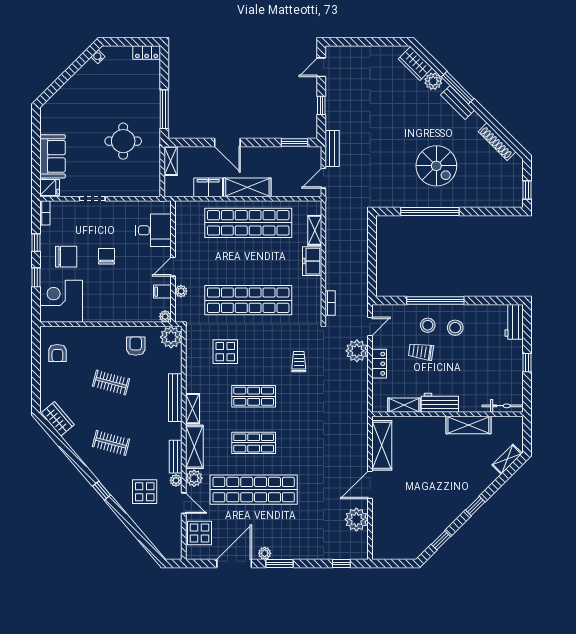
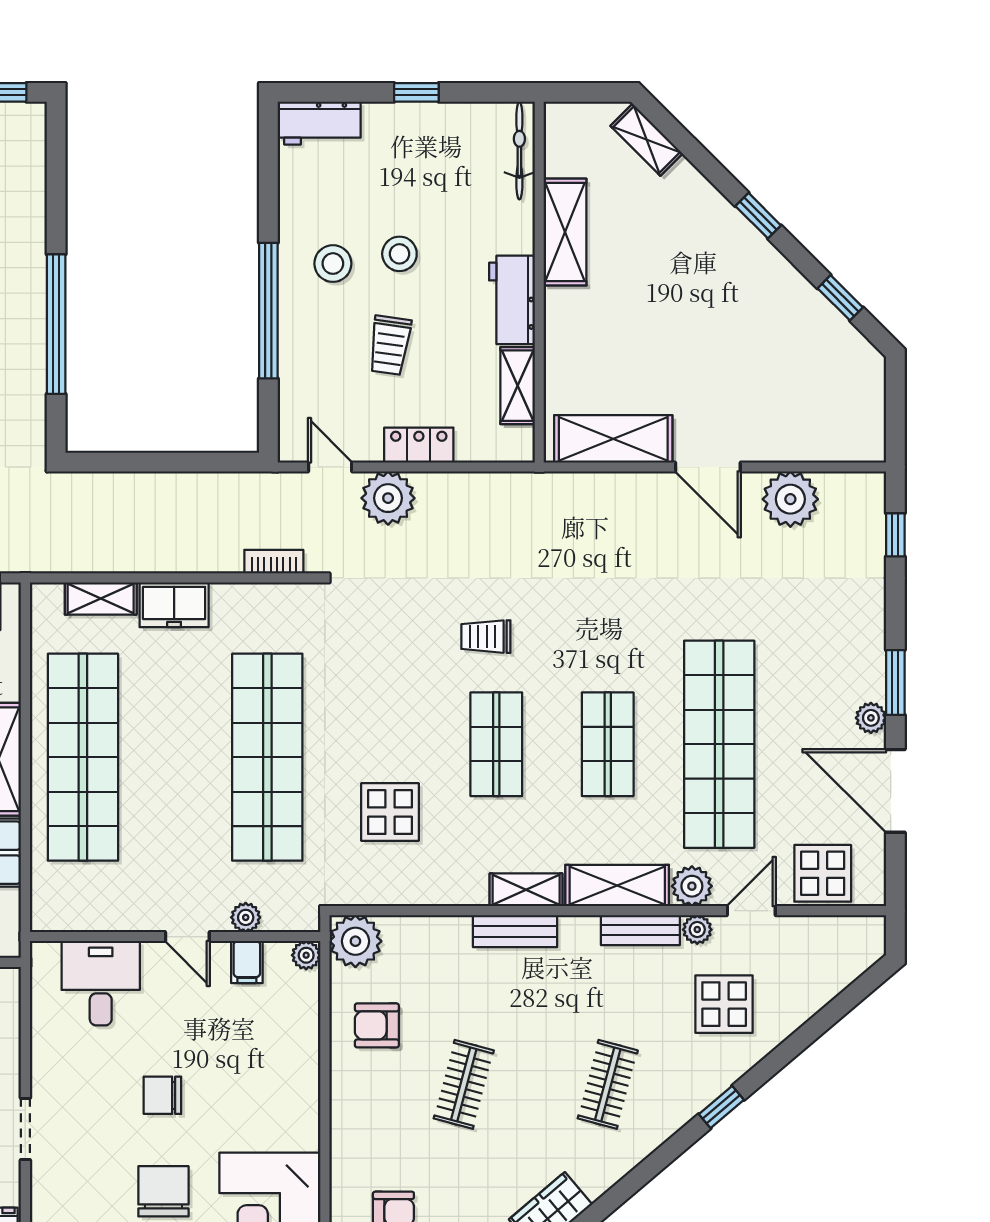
stool: (428, 325) -> (399, 254), moved
trolley: (299, 362) -> (486, 637), moved
bench: (175, 398) -> (515, 931), width x0.73

